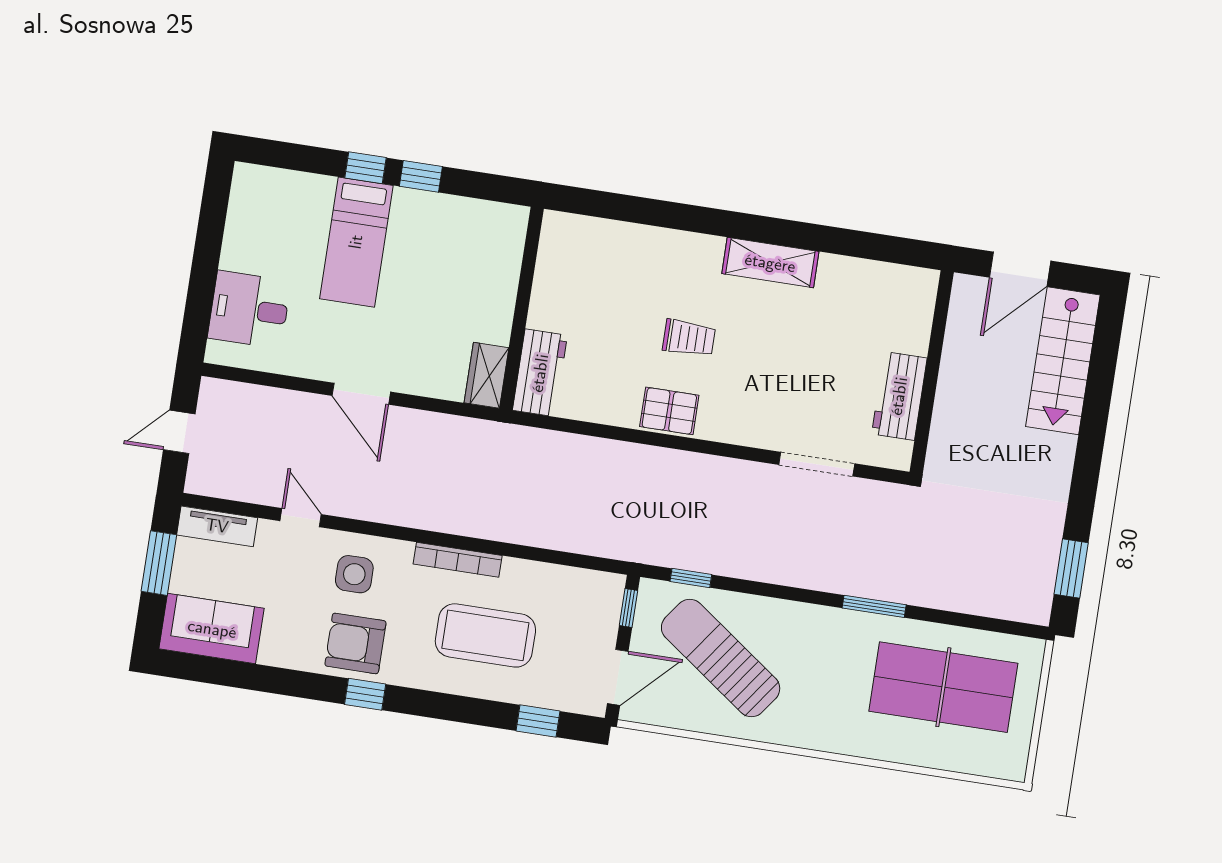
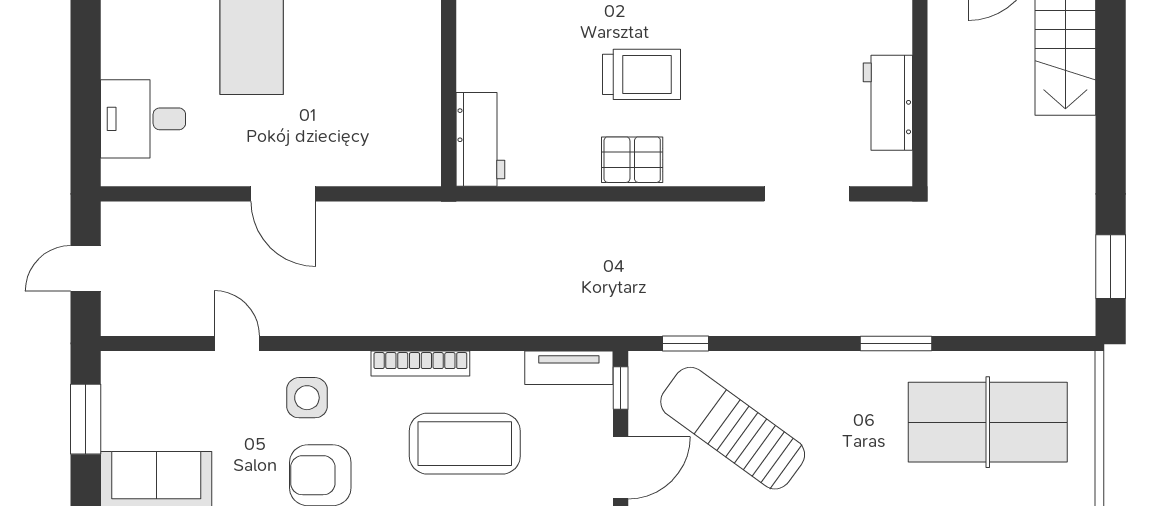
trolley: (689, 338) -> (641, 74), width x1.36, depth x1.39
wardrobe: (487, 375) -> (421, 151), removed
tv unit: (217, 526) -> (569, 368), moved

